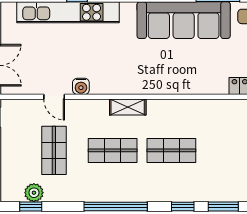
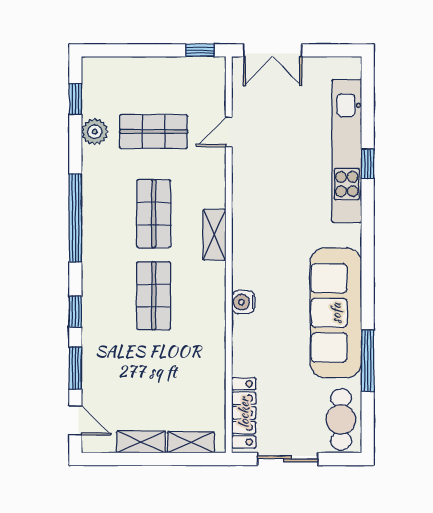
water cooler: (81, 86) -> (243, 302), moved
plant: (34, 193) -> (95, 132), moved

